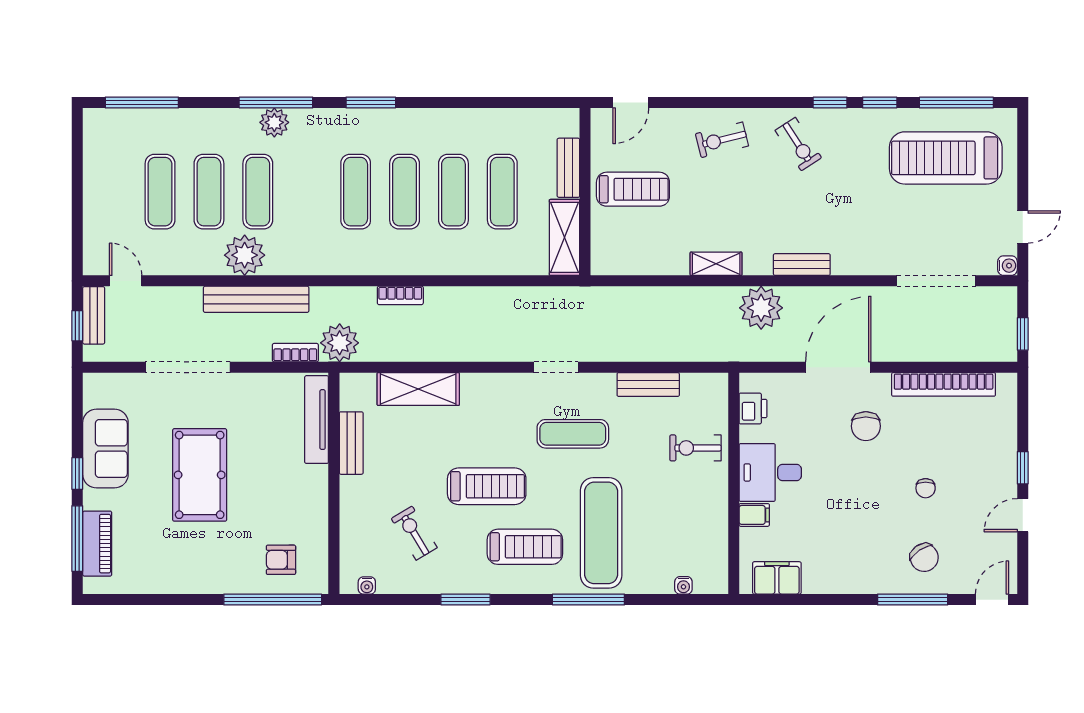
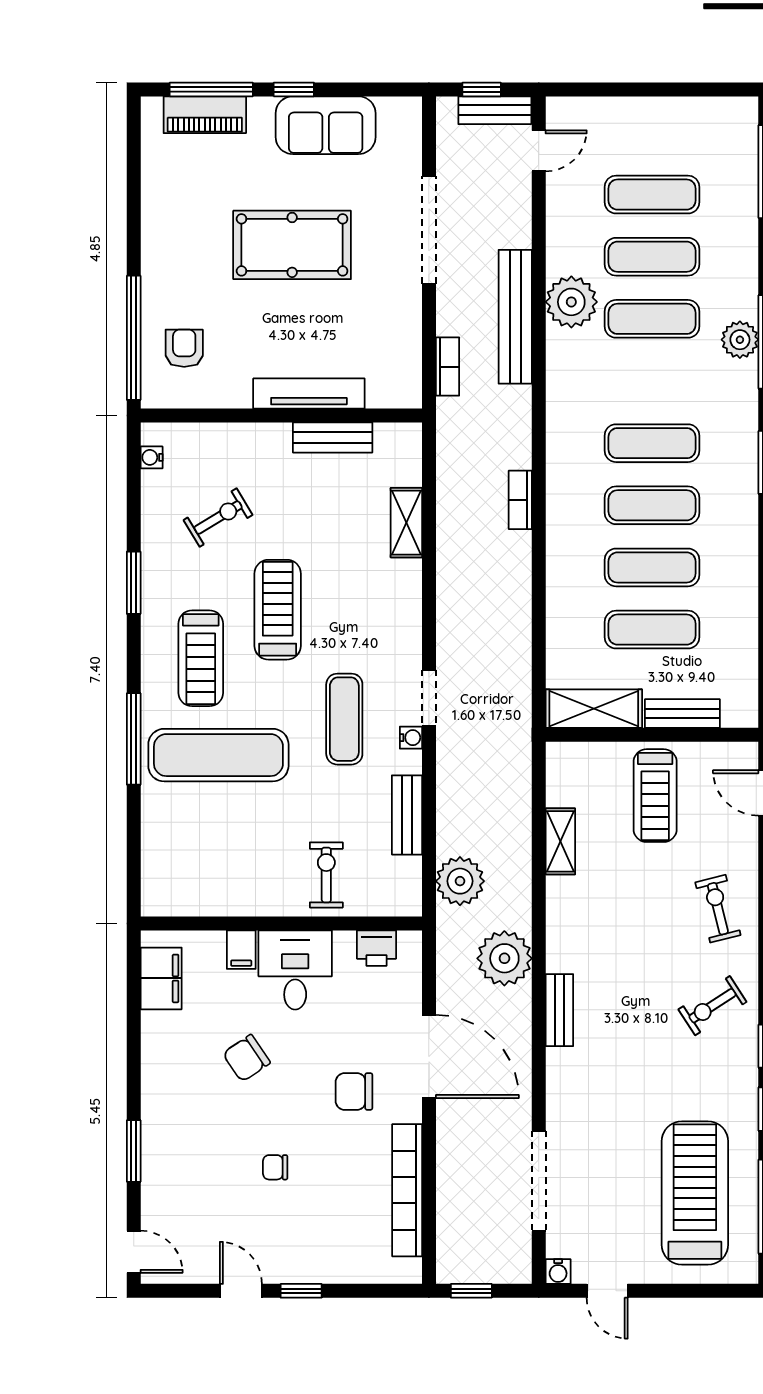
shelving: (716, 264) -> (560, 841), moved
plant: (340, 343) -> (460, 881), moved
shelving: (418, 389) -> (406, 523), width x0.67, depth x0.75
tv unit: (317, 420) -> (309, 394), moved
treadmill: (487, 486) -> (278, 610), turned 180
chair: (924, 558) -> (246, 1058), moved
water cooler: (683, 585) -> (411, 738), moved, turned 180
window: (913, 600) -> (134, 1151), width x0.69

